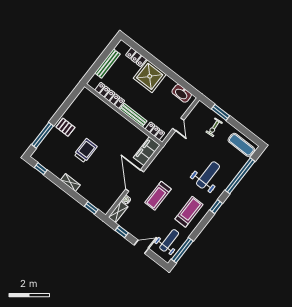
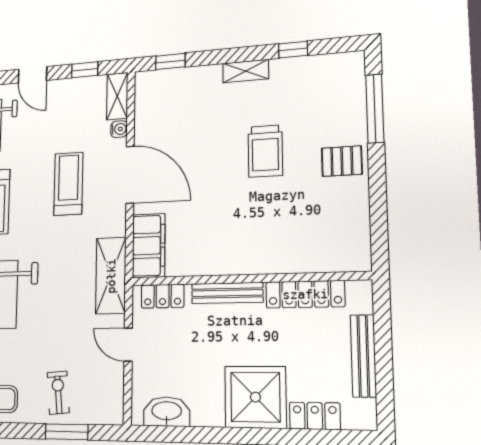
shelving: (167, 152) -> (111, 276), added
window: (41, 169) -> (293, 50), moved
door: (141, 247) -> (33, 75), hinge flipped

